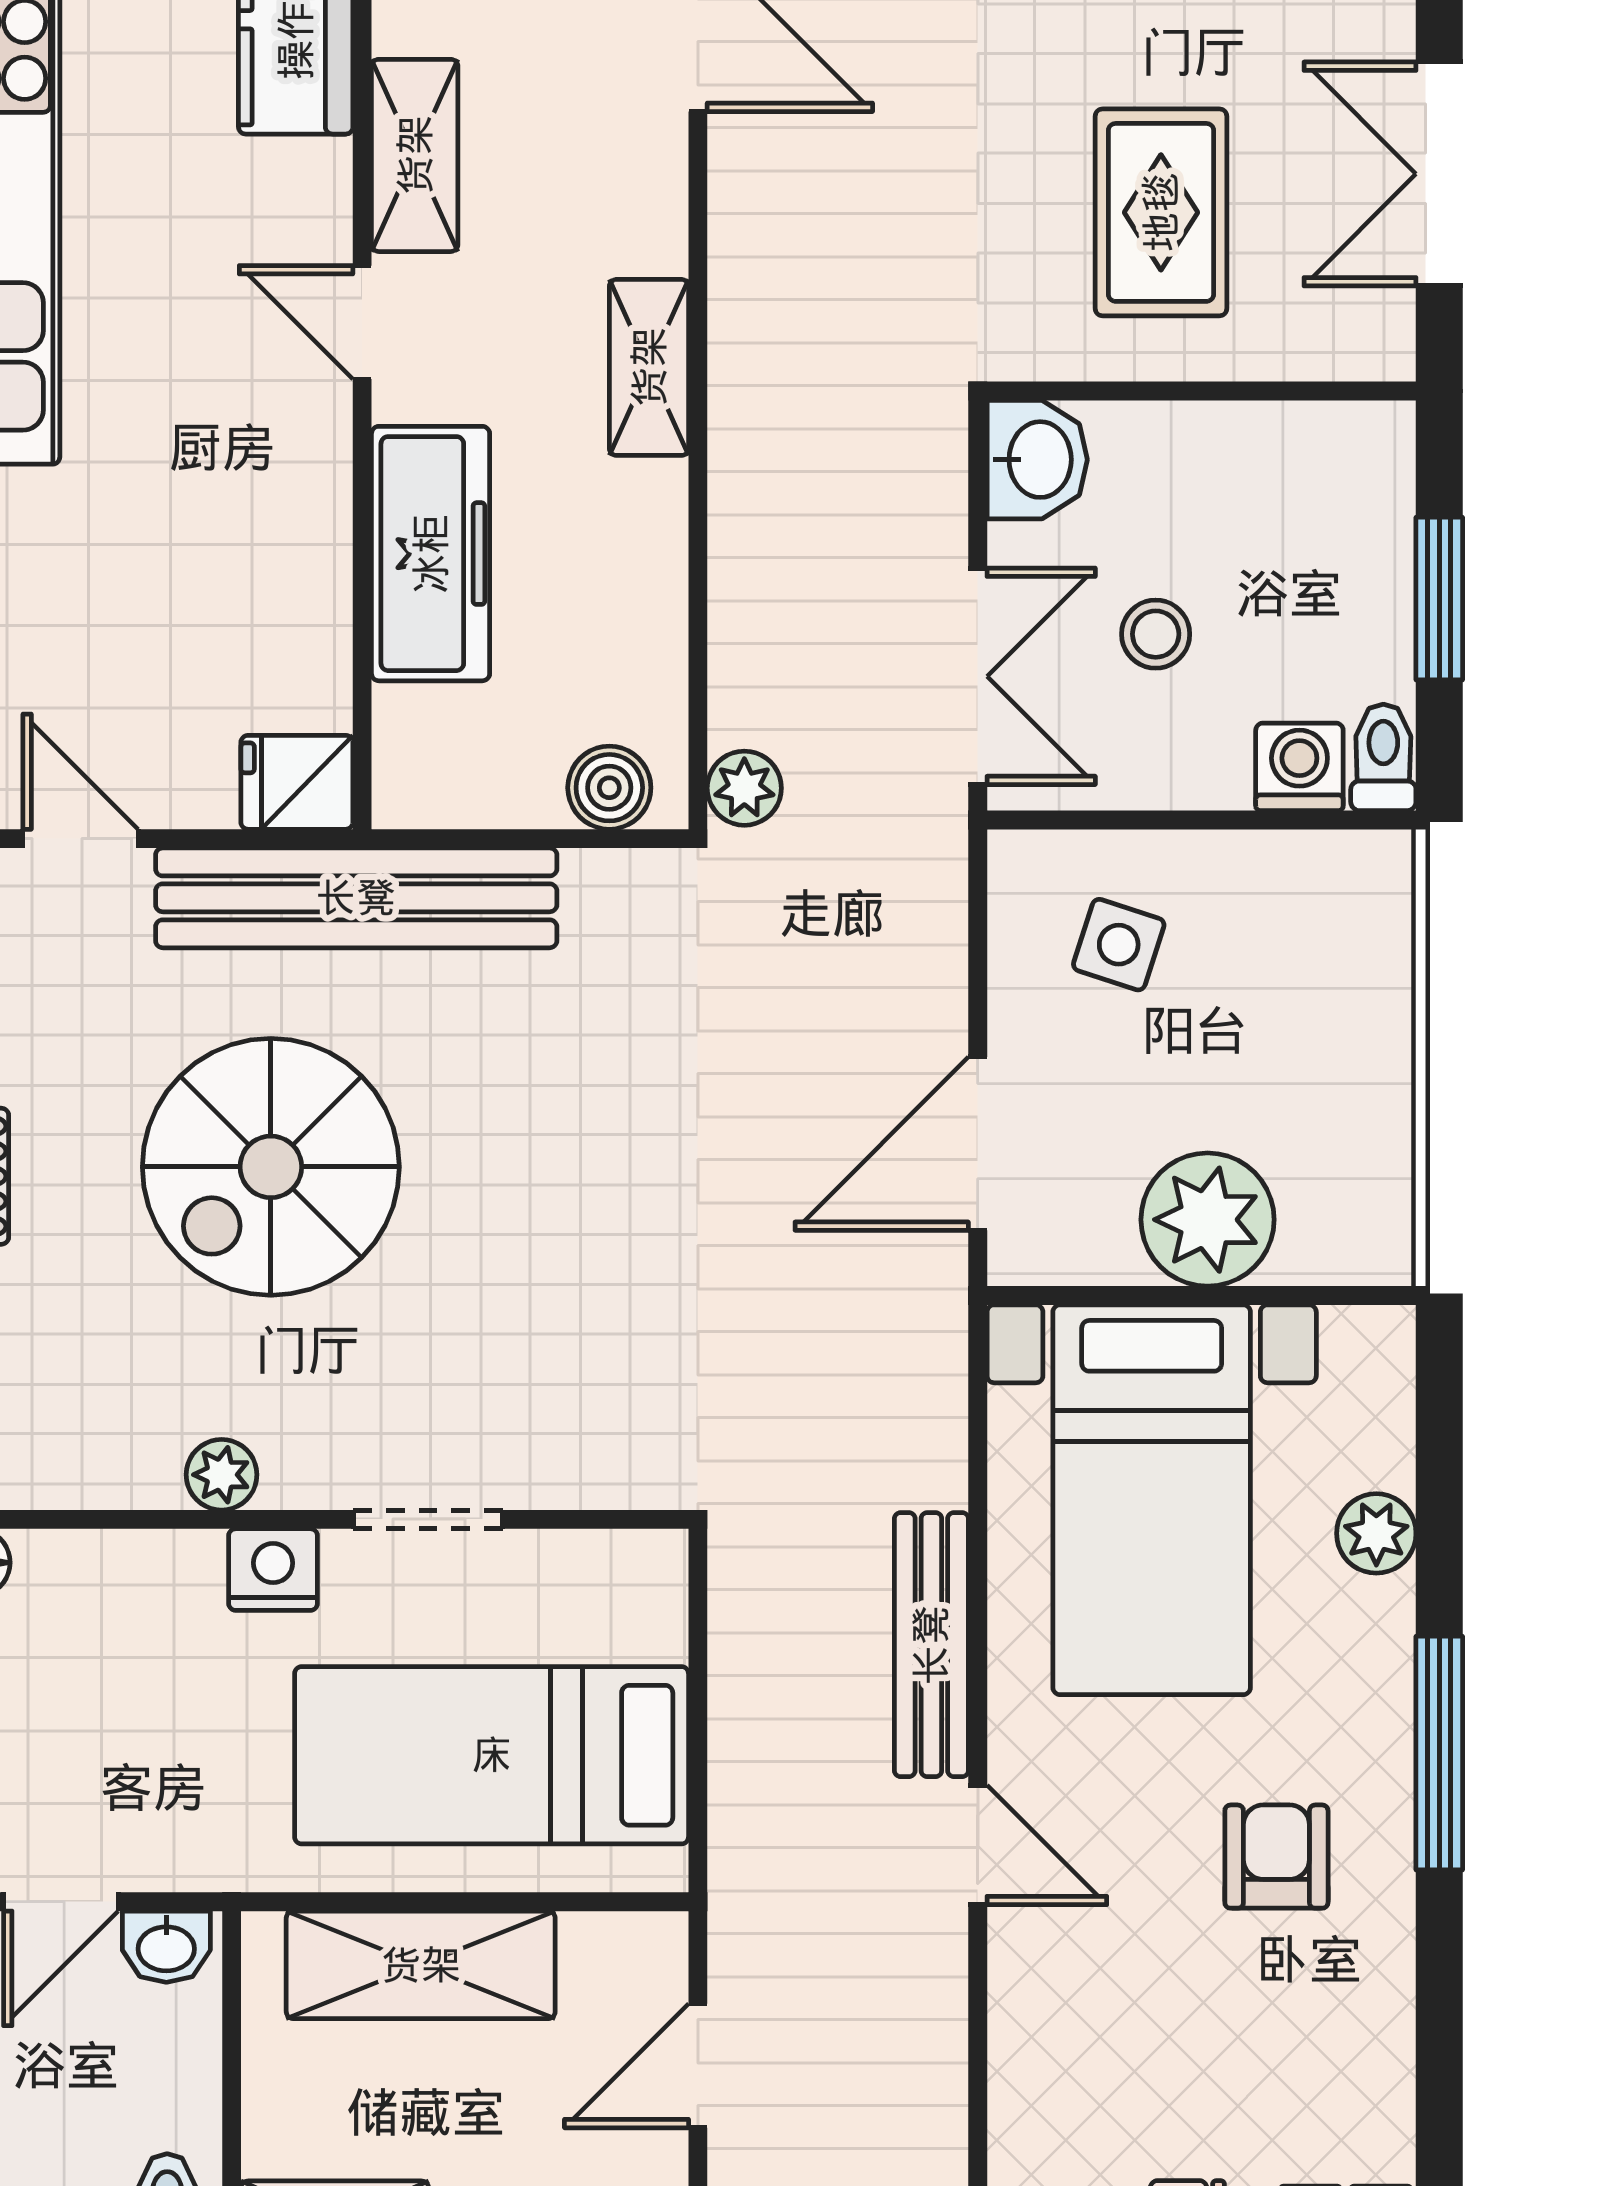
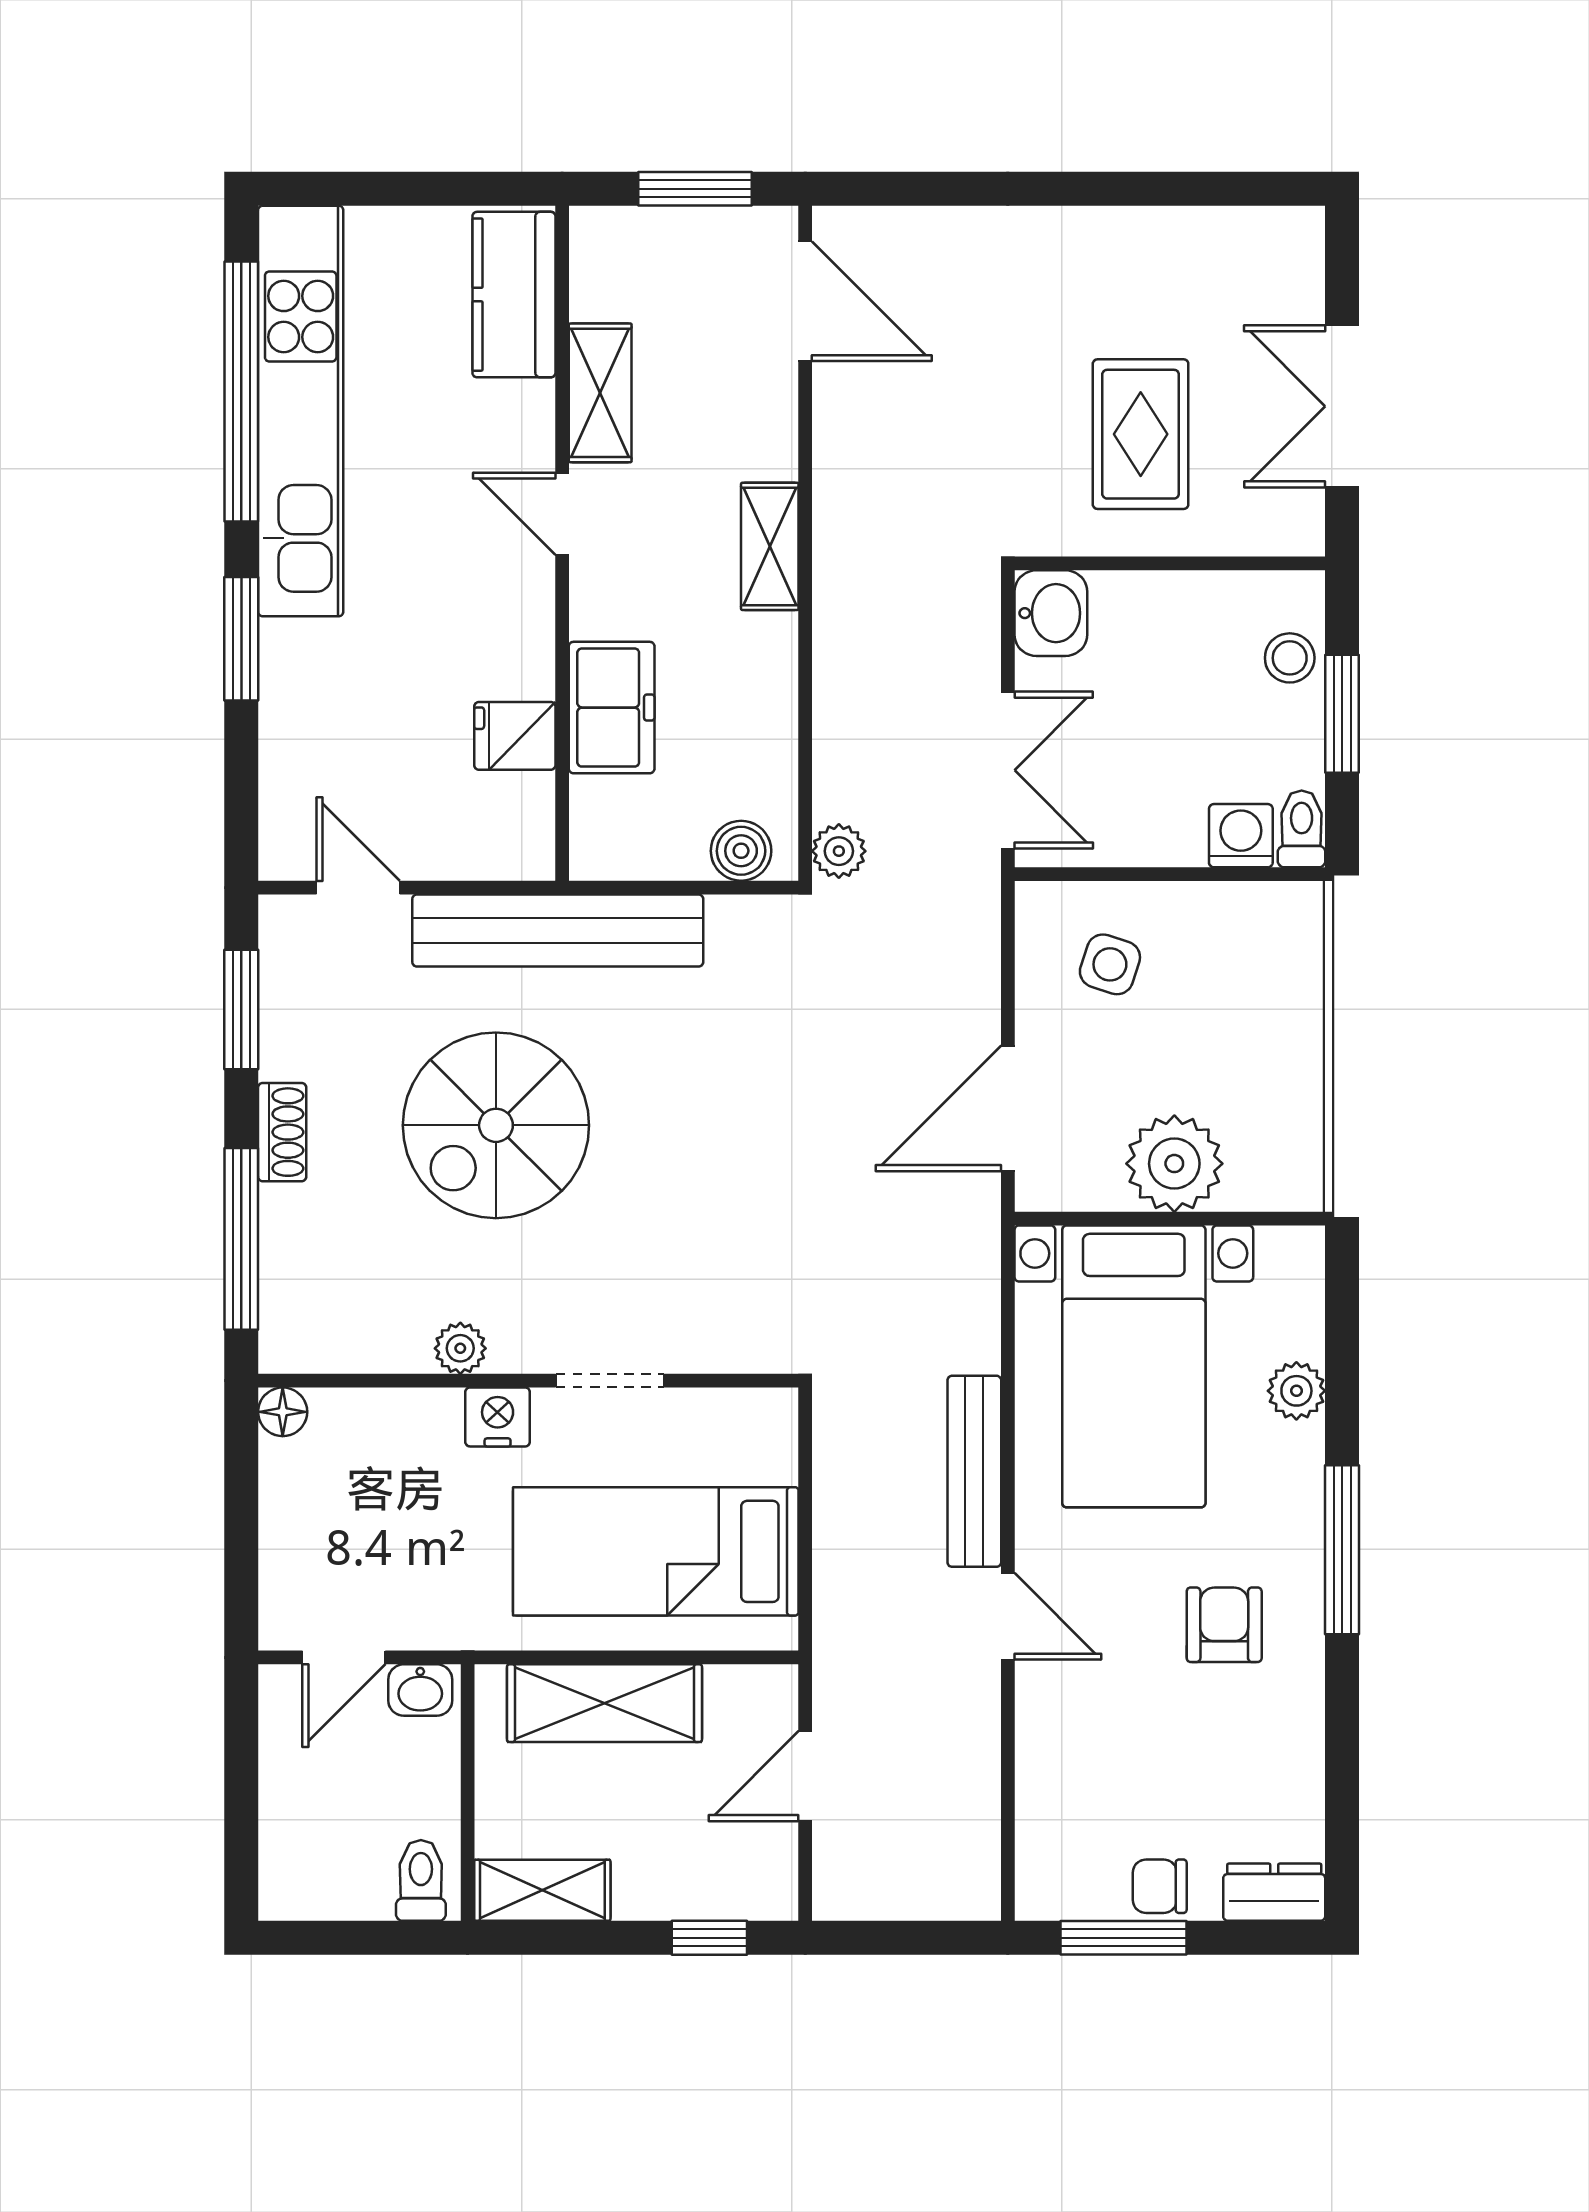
freezer: (431, 554) -> (612, 708), width x0.71
stool: (1156, 634) -> (1290, 658), moved
fridge: (297, 782) -> (515, 736), moved

